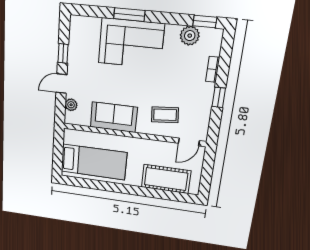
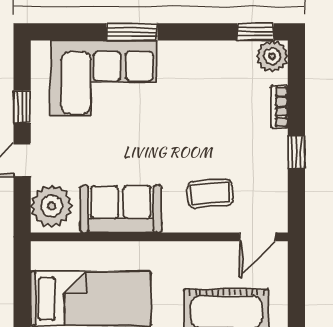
plant: (190, 36) -> (272, 56), moved
corner sofa: (131, 43) -> (103, 78), moved
plant: (71, 105) -> (52, 206), width x1.88, depth x1.88

